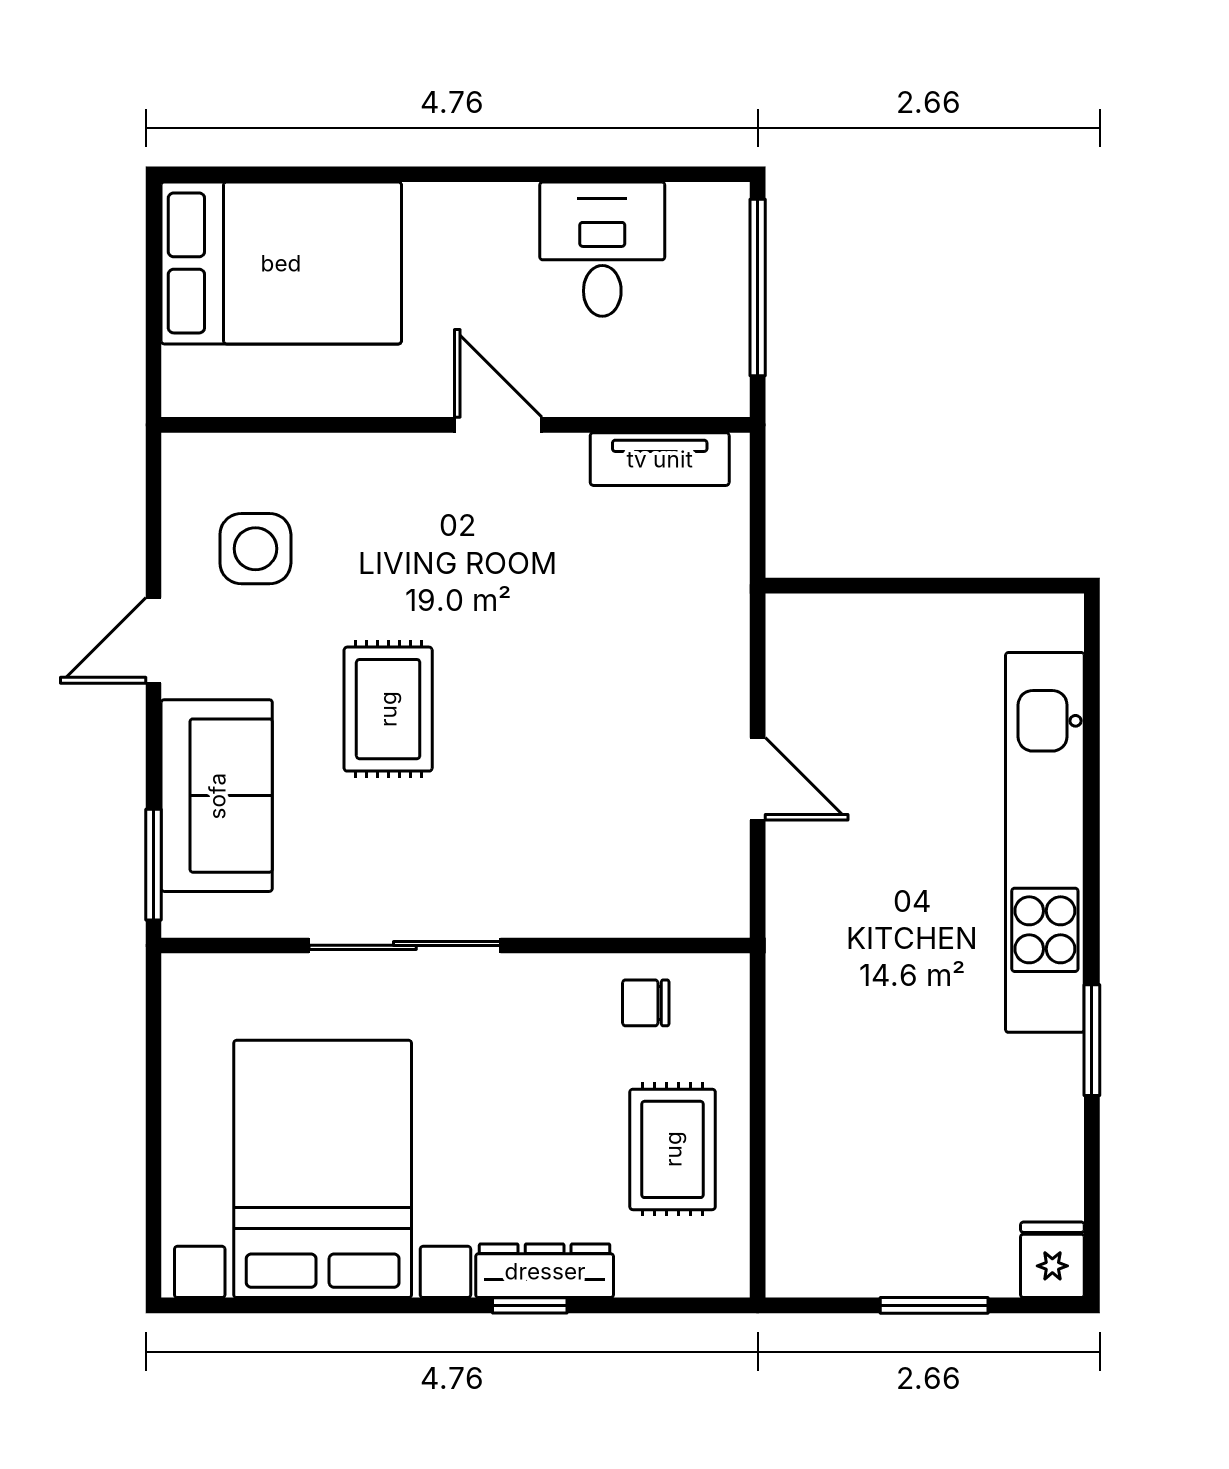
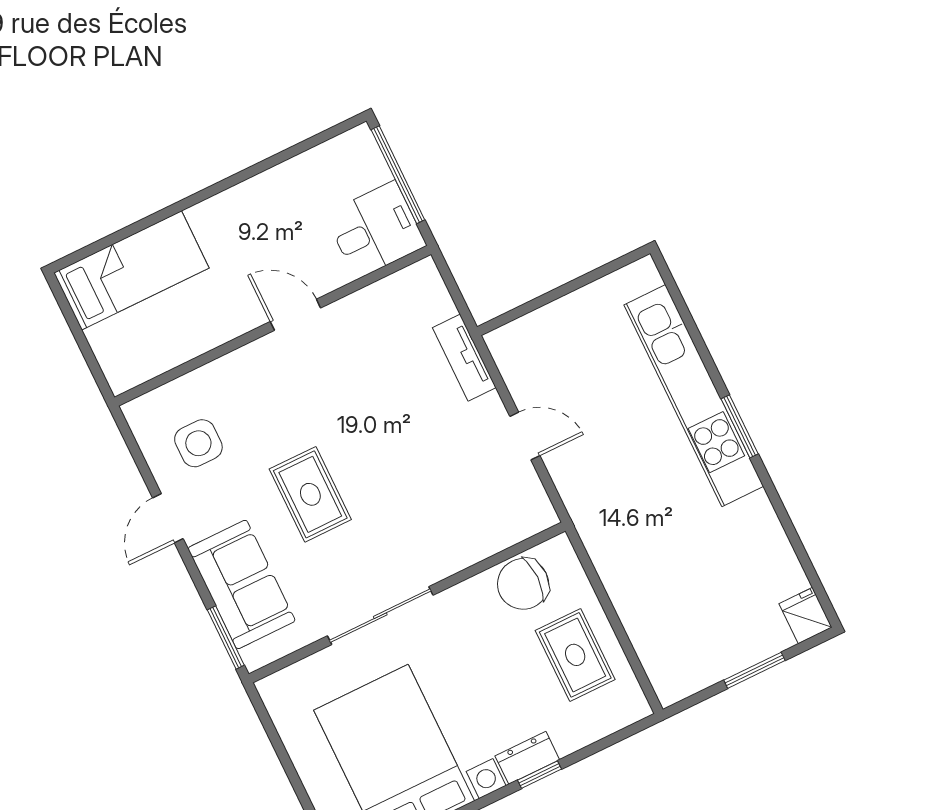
desk: (602, 249) -> (375, 230), moved, turned 90
bed: (281, 263) -> (131, 270), width x0.67
tv unit: (660, 459) -> (464, 358), moved, turned 90
chair: (646, 1003) -> (523, 584), width x1.87, depth x1.87
window: (1092, 1040) -> (740, 426), moved
dresser: (545, 1271) -> (527, 758), width x0.70

